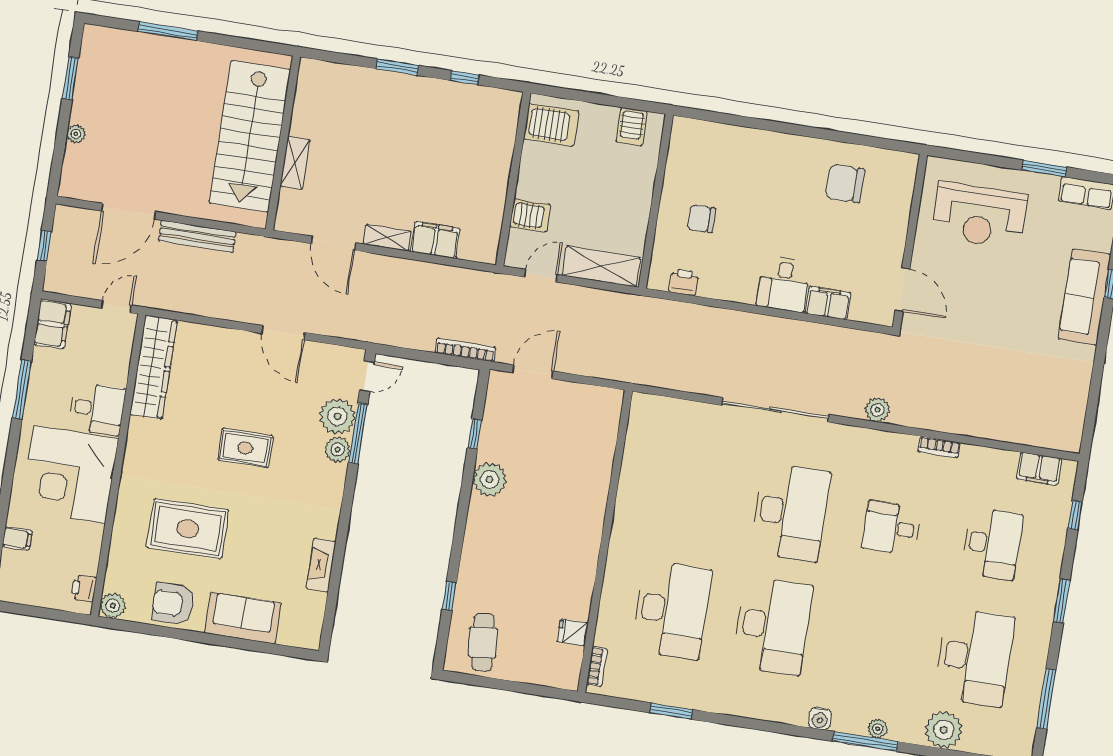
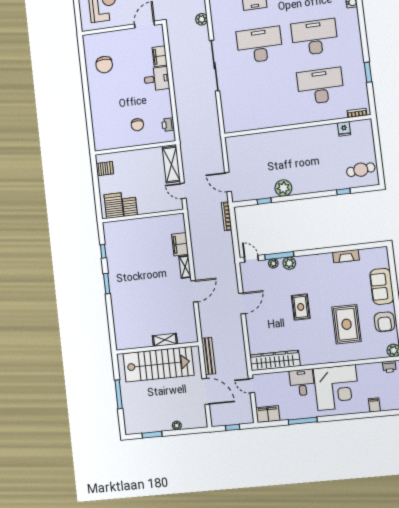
stairs: (250, 136) -> (158, 364), moved
wall: (283, 143) -> (157, 348), moved
shelving: (295, 163) -> (165, 340), moved
server rack: (530, 216) -> (130, 207), moved
plant: (337, 416) -> (273, 263), width x0.53, depth x0.53

